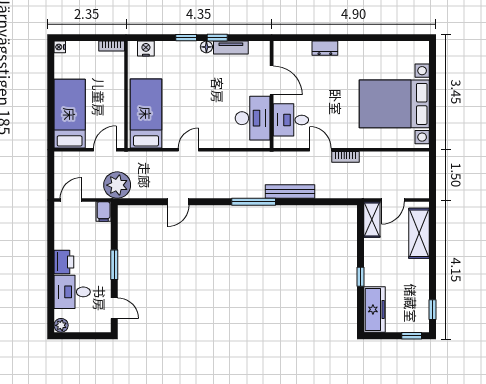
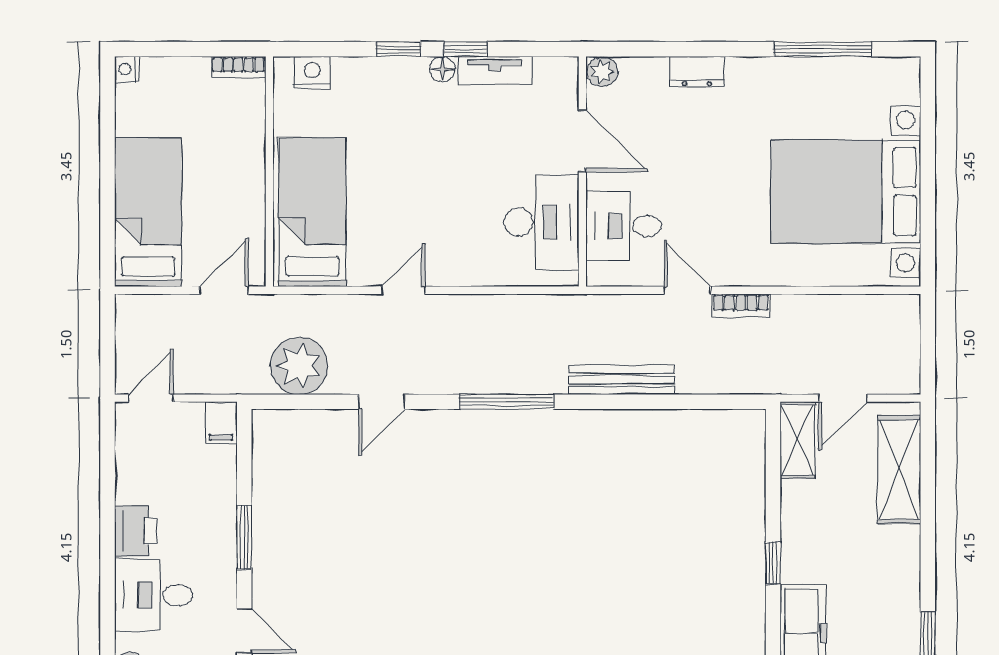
window: (384, 38) -> (823, 49), added
plant: (281, 48) -> (602, 72), added
plant: (117, 185) -> (299, 366), moved
window: (254, 202) -> (507, 402), moved

